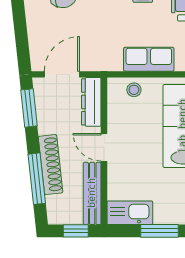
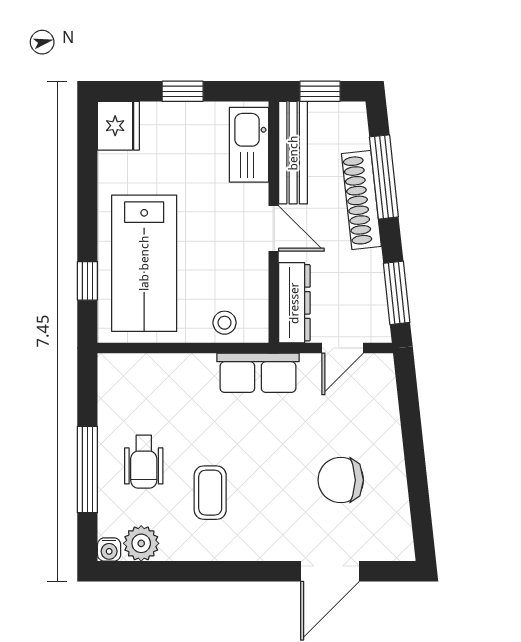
row of seats: (149, 59) -> (258, 373), moved
door: (62, 74) -> (343, 348), width x0.73
kitchen sink: (130, 213) -> (249, 145), moved, turned 90
window: (160, 231) -> (183, 91), width x0.67

